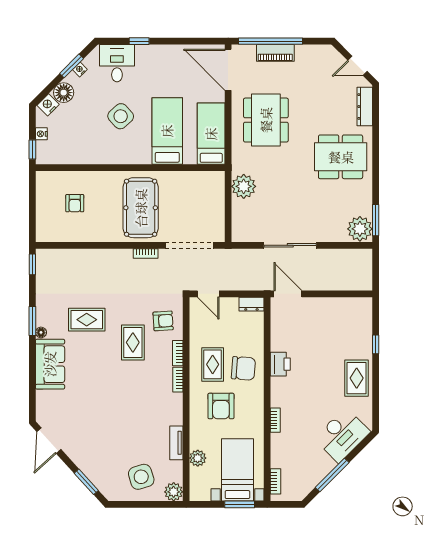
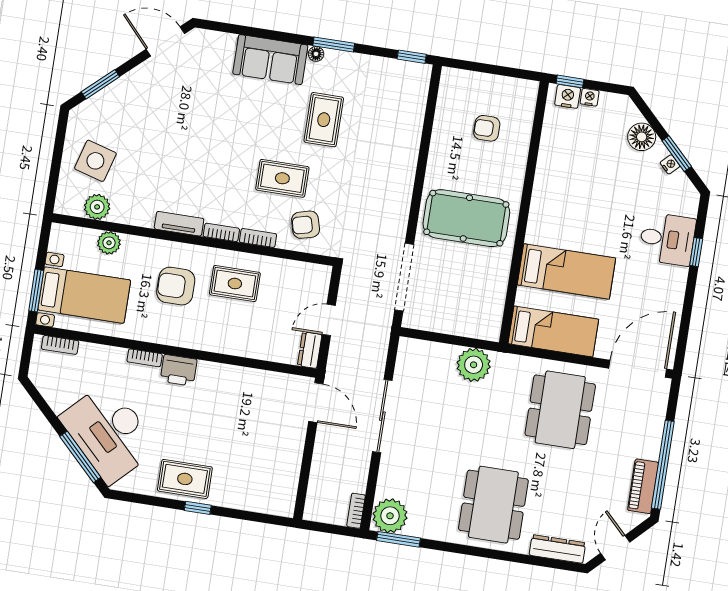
window: (271, 41) -> (663, 465), moved
piano: (275, 53) -> (643, 486), moved
desk: (117, 63) -> (667, 239), moved
nightstand: (48, 105) -> (568, 96), moved, turned -45
side table: (121, 116) -> (597, 210), removed
dining table: (266, 120) -> (560, 410), turned 90
bookcase: (146, 253) -> (356, 511), moved
door: (208, 294) -> (329, 320), moved
door: (288, 294) -> (316, 403), hinge flipped
armchair: (163, 321) -> (306, 225), turned 79
window: (376, 344) -> (198, 508), moved
printer: (280, 364) -> (179, 370), moved
chair: (243, 368) -> (223, 325), removed
desk: (342, 435) -> (109, 433), width x1.36, depth x1.30
tv unit: (176, 443) -> (179, 224), moved
window: (332, 475) -> (80, 457), moved
side table: (141, 477) -> (95, 161), turned 33
plant: (174, 492) -> (97, 207), moved

